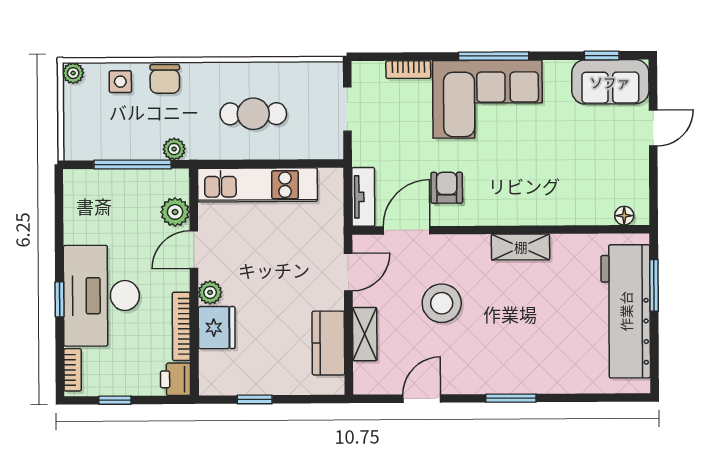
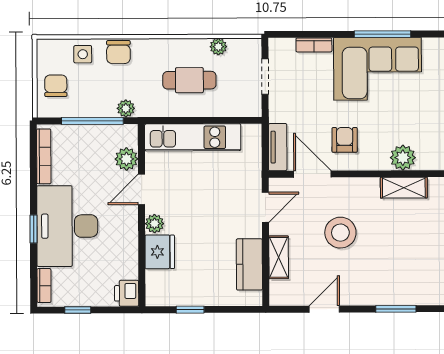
plant: (73, 73) -> (218, 47), moved
chair: (87, 121) -> (56, 86), added
plant: (519, 210) -> (403, 158), added
door: (407, 230) -> (312, 174), hinge flipped
bookcase: (181, 326) -> (44, 156), moved, turned 180

